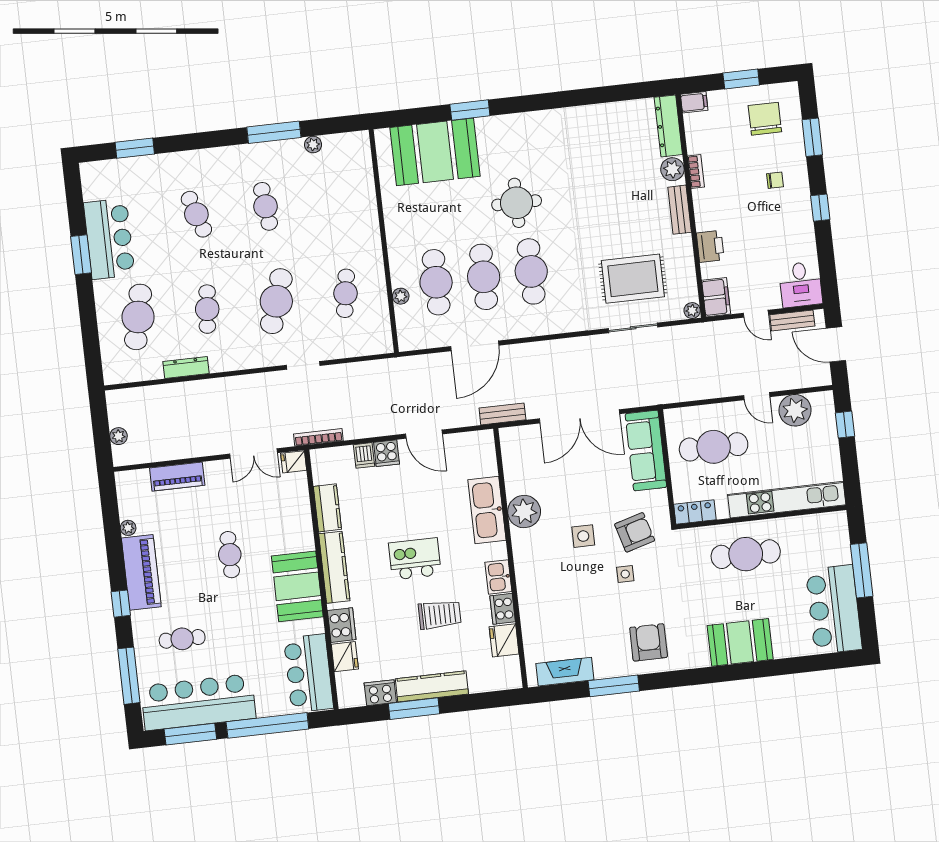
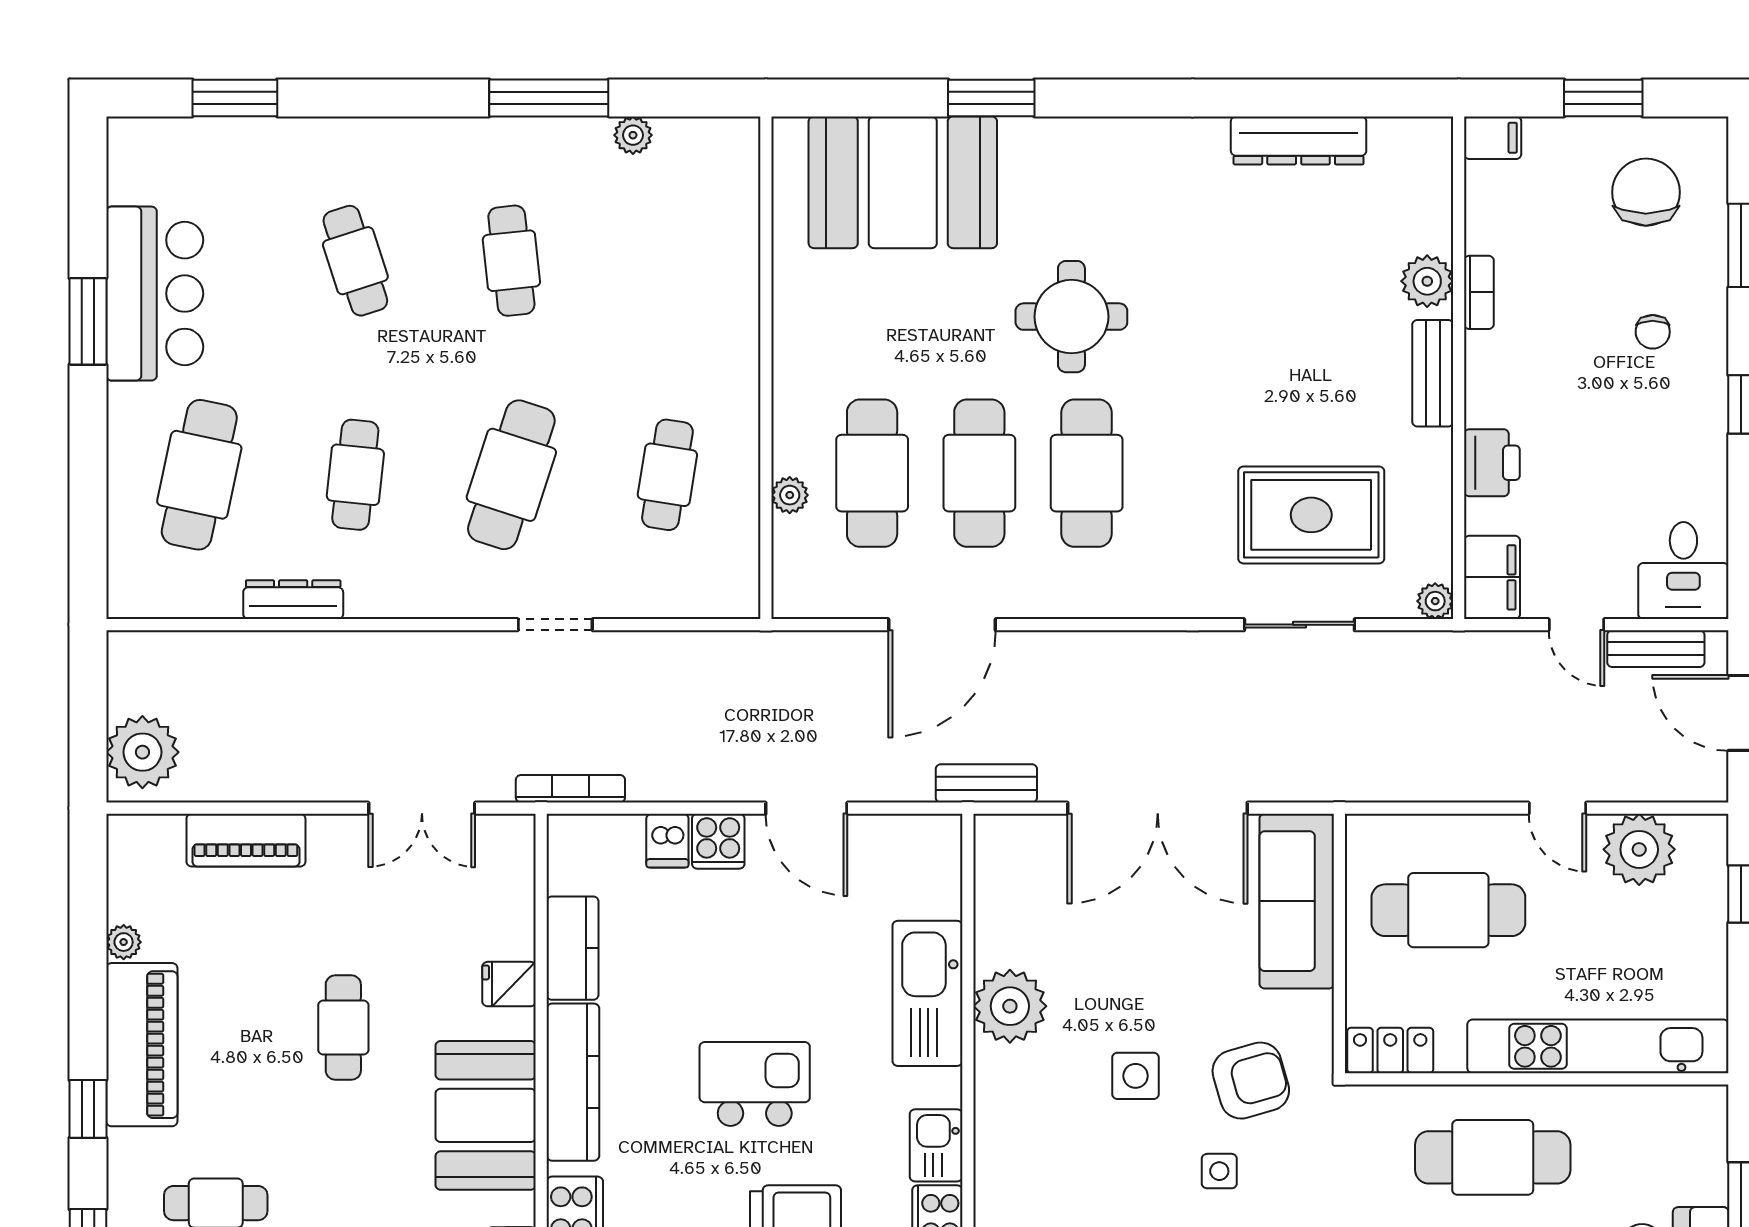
dresser: (668, 126) -> (1299, 140), moved, turned -90
chair: (775, 180) -> (1653, 332), turned 90
plant: (119, 436) -> (142, 752), width x1.88, depth x1.88
fridge: (294, 462) -> (509, 984), moved

